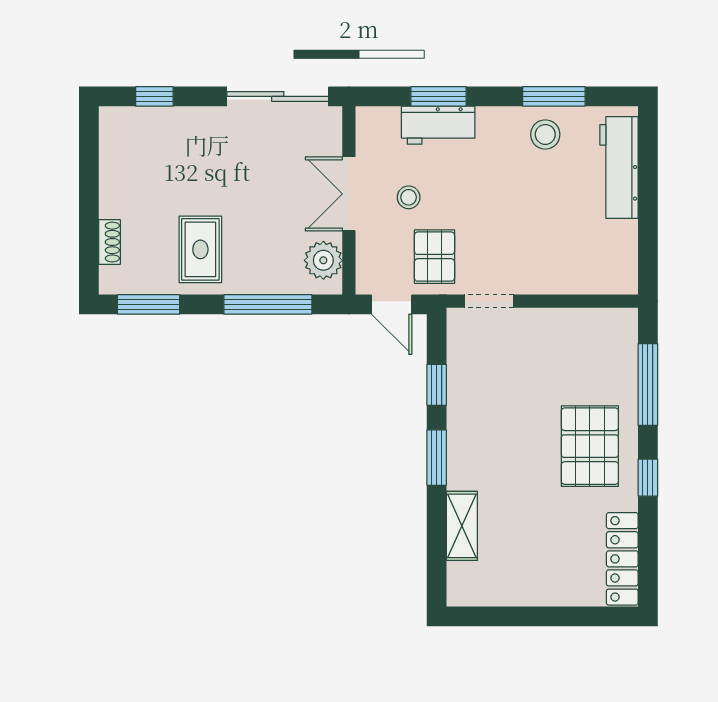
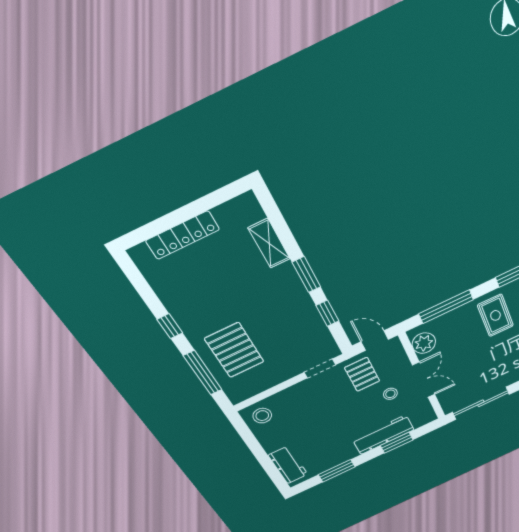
workbench: (438, 125) -> (383, 435), width x1.38
stool: (545, 134) -> (262, 416), moved
workbench: (619, 168) -> (288, 465), width x0.73
pallet: (590, 446) -> (234, 350), moved
locker: (622, 559) -> (183, 235), moved, turned 90

